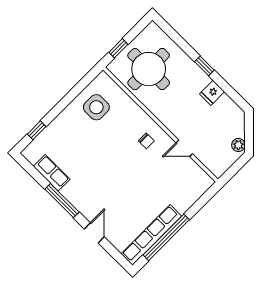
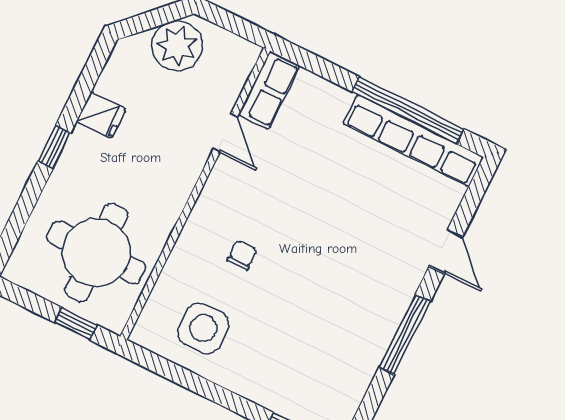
chair: (146, 141) -> (242, 255), moved
plant: (238, 145) -> (177, 46), width x1.88, depth x1.88
row of seats: (52, 173) -> (269, 90), moved, turned 180
door: (94, 233) -> (446, 251), swing flipped

